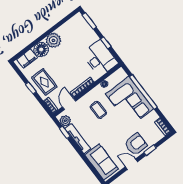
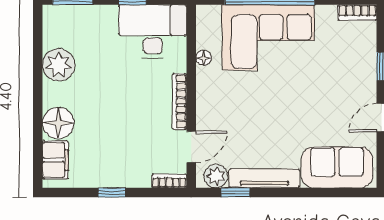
plant: (53, 40) -> (59, 65), moved
rug: (44, 82) -> (120, 161), removed
door: (69, 104) -> (191, 147), swing flipped
coffee table: (98, 110) -> (241, 103), removed
armchair: (136, 144) -> (352, 83), removed

